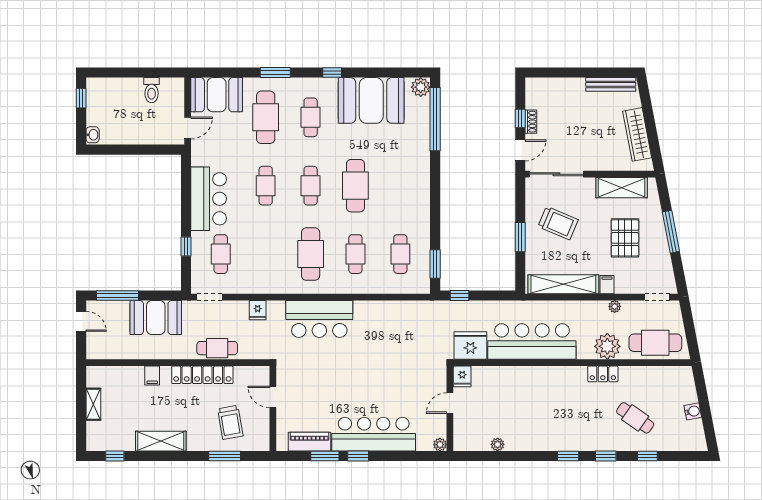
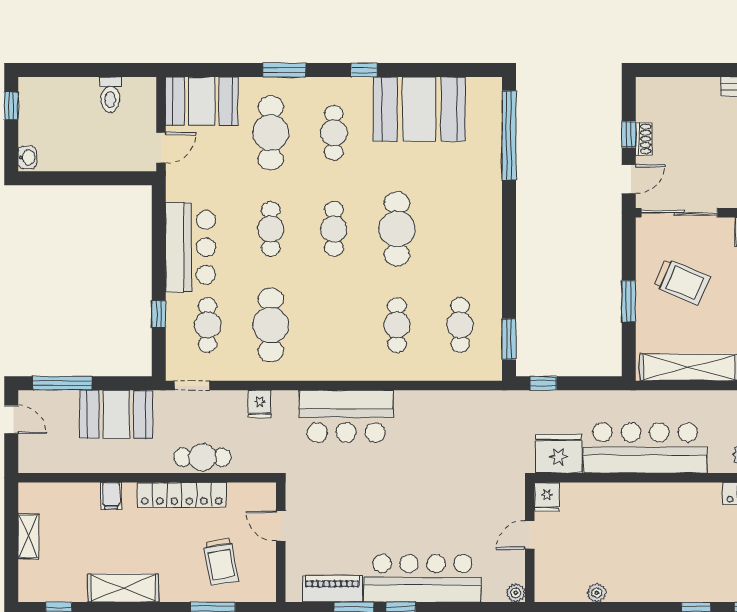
plant: (421, 87) -> (489, 90), removed
cafe table: (311, 254) -> (271, 325), moved

